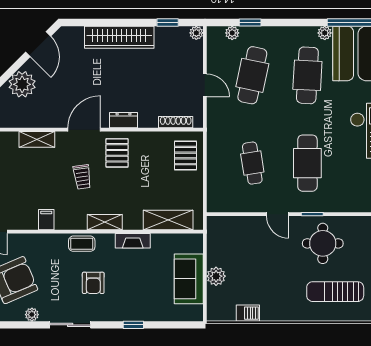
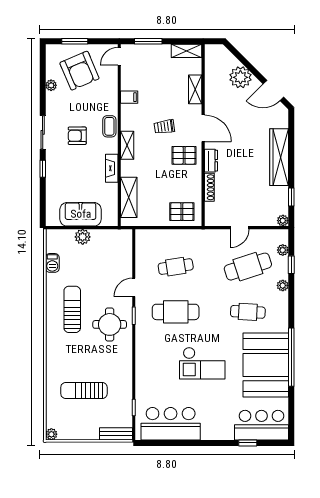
plant: (325, 33) -> (283, 285), moved
cafe table: (252, 75) -> (248, 267), turned -30
cafe table: (307, 75) -> (248, 312), width x0.73, depth x0.74
shoe rack: (176, 122) -> (209, 187), moved
sun lounger: (335, 292) -> (72, 309), moved
sliding door: (70, 325) -> (43, 132), moved

